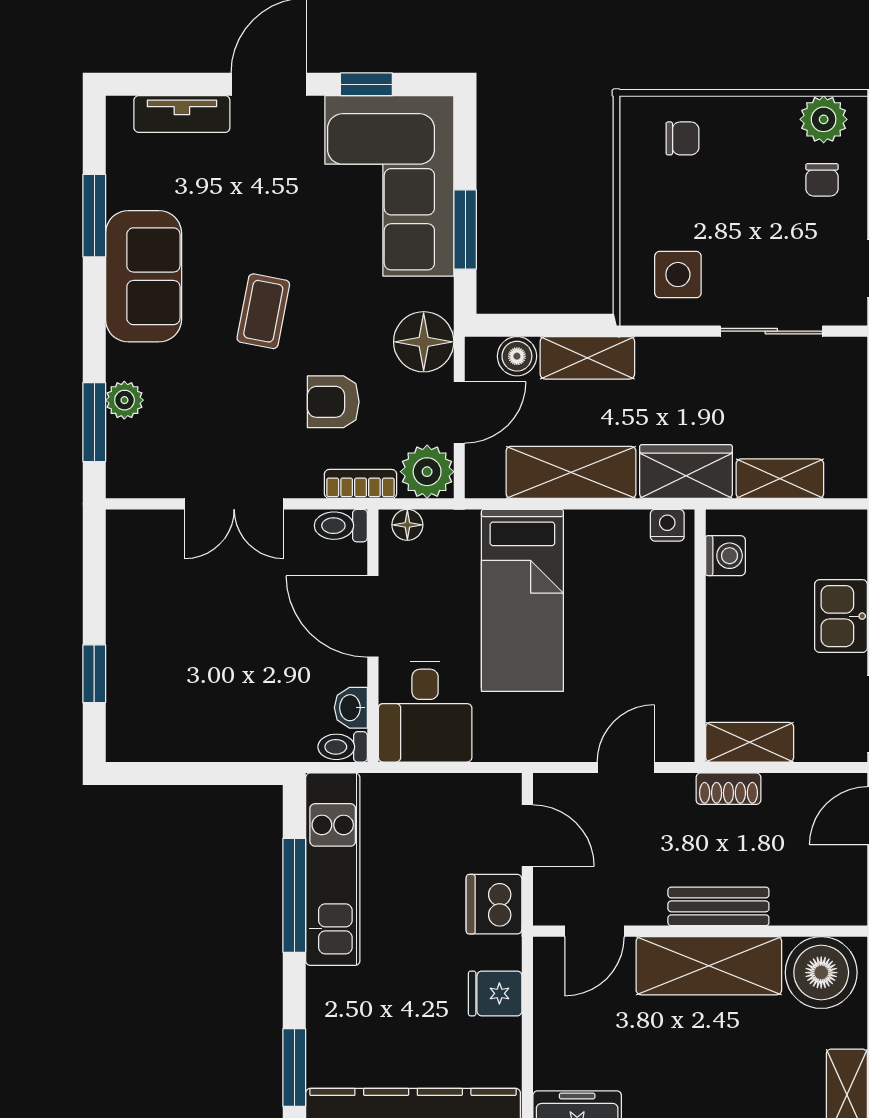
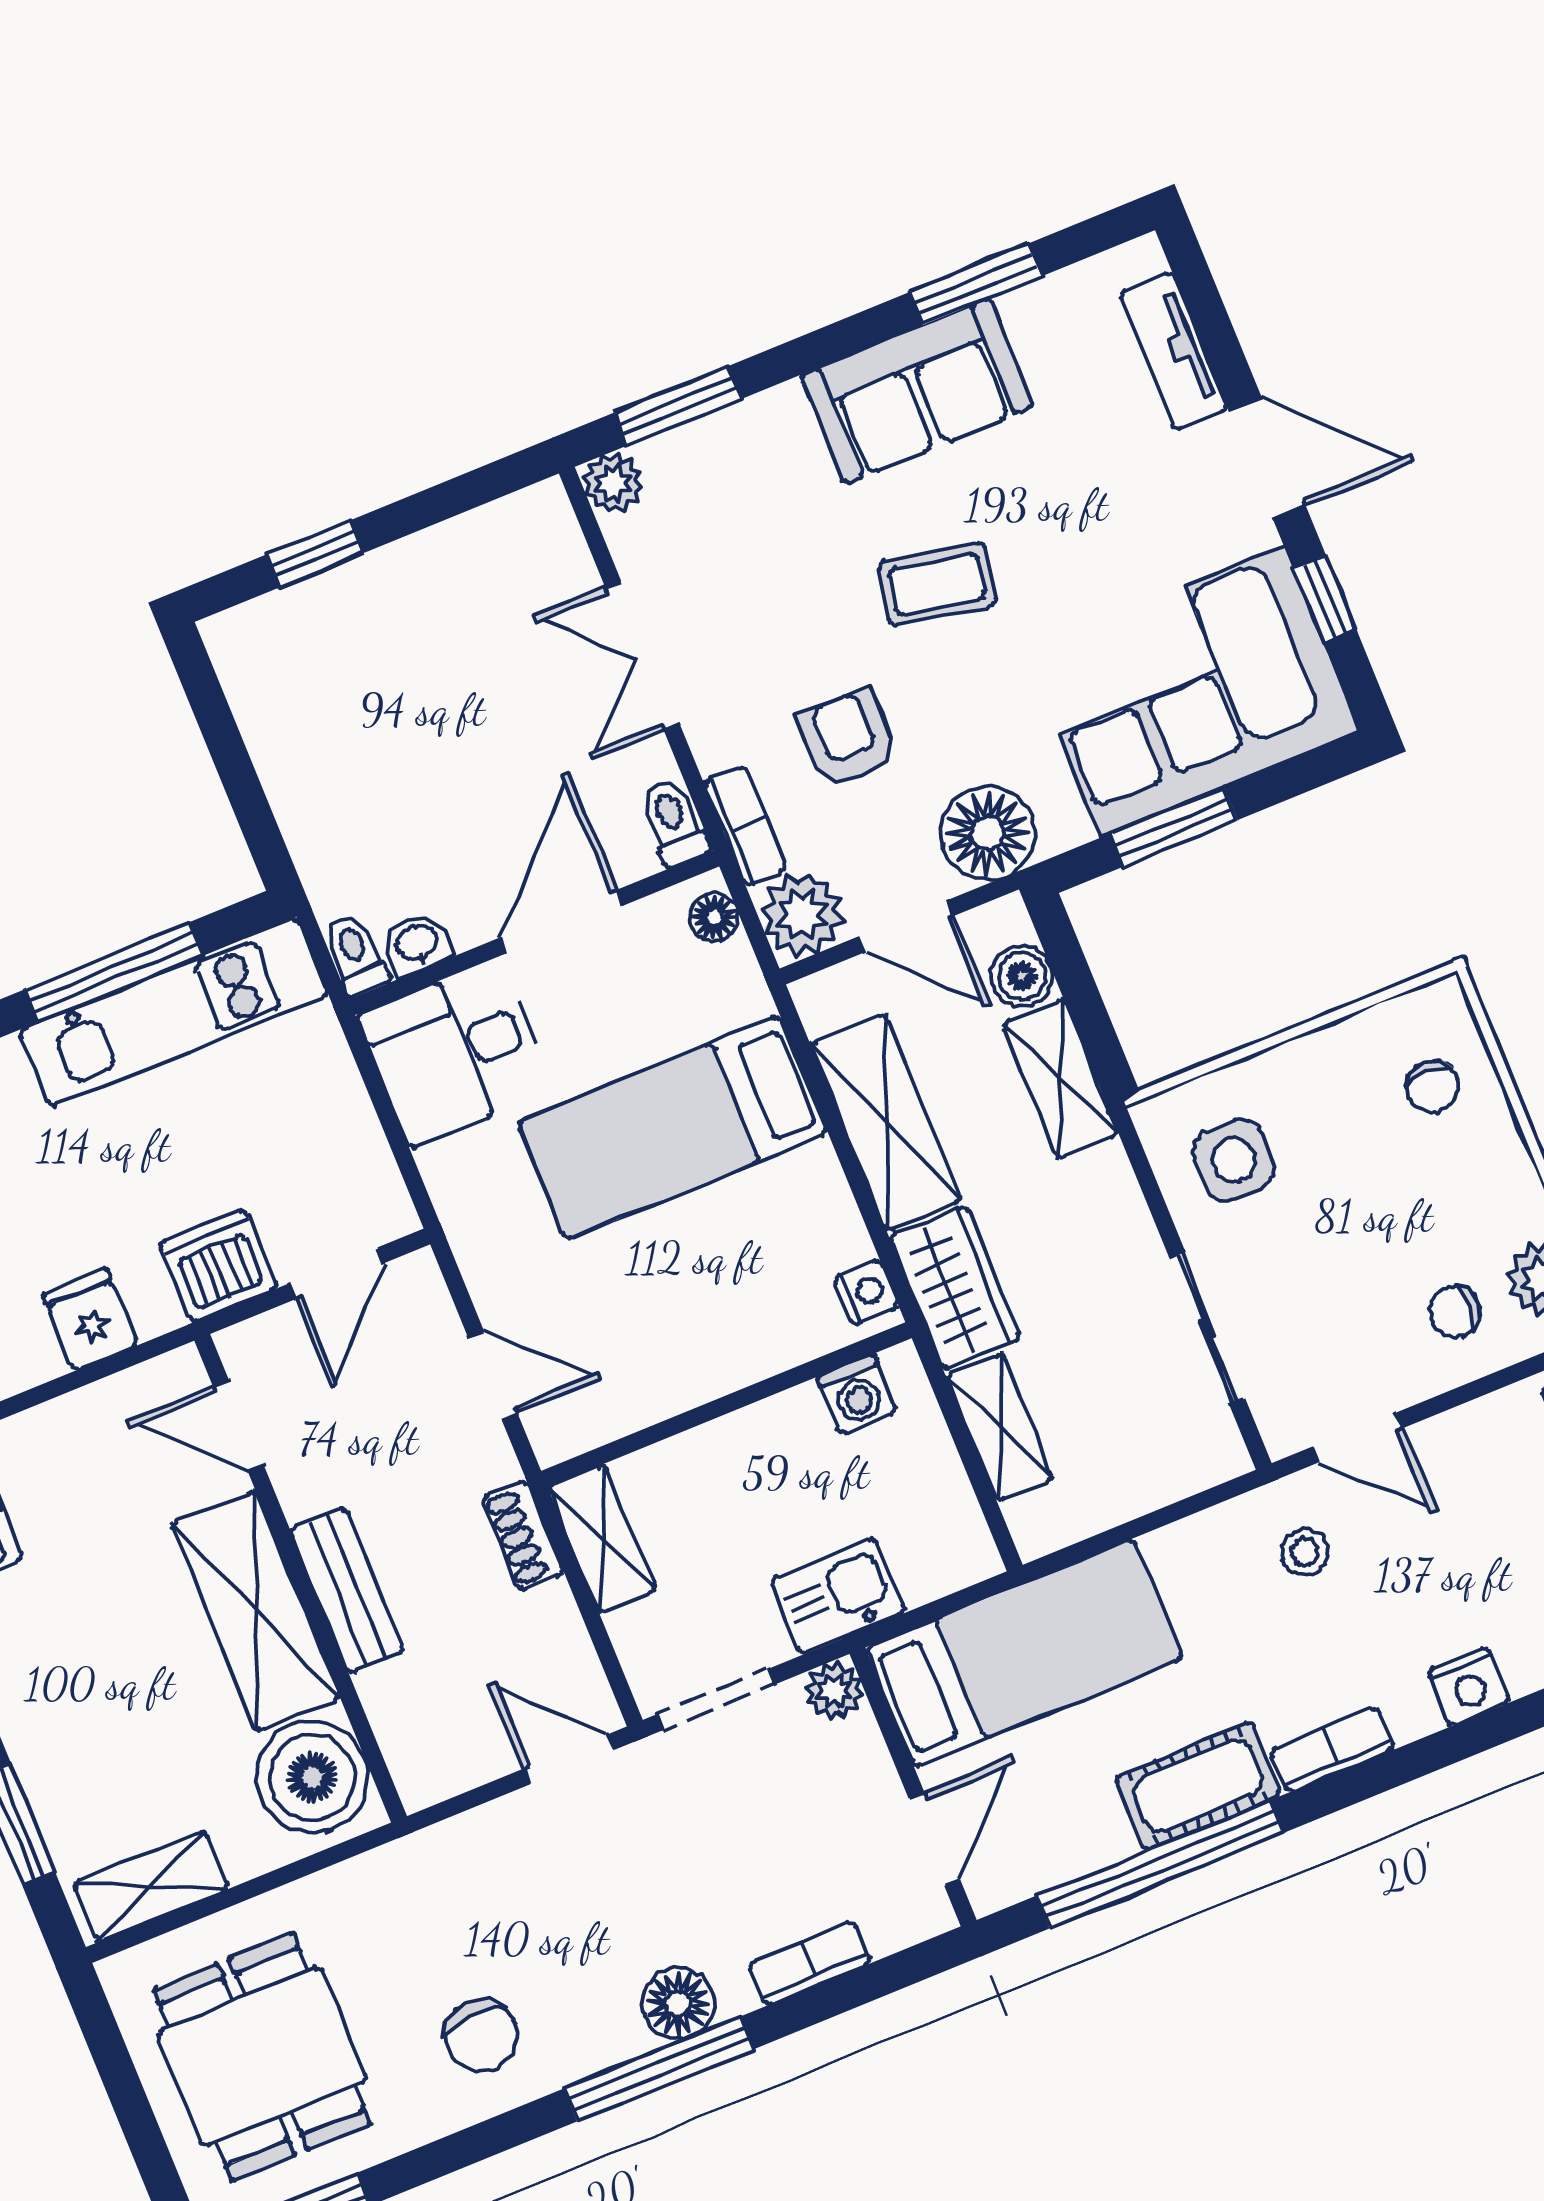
plant: (124, 400) -> (613, 483), moved

